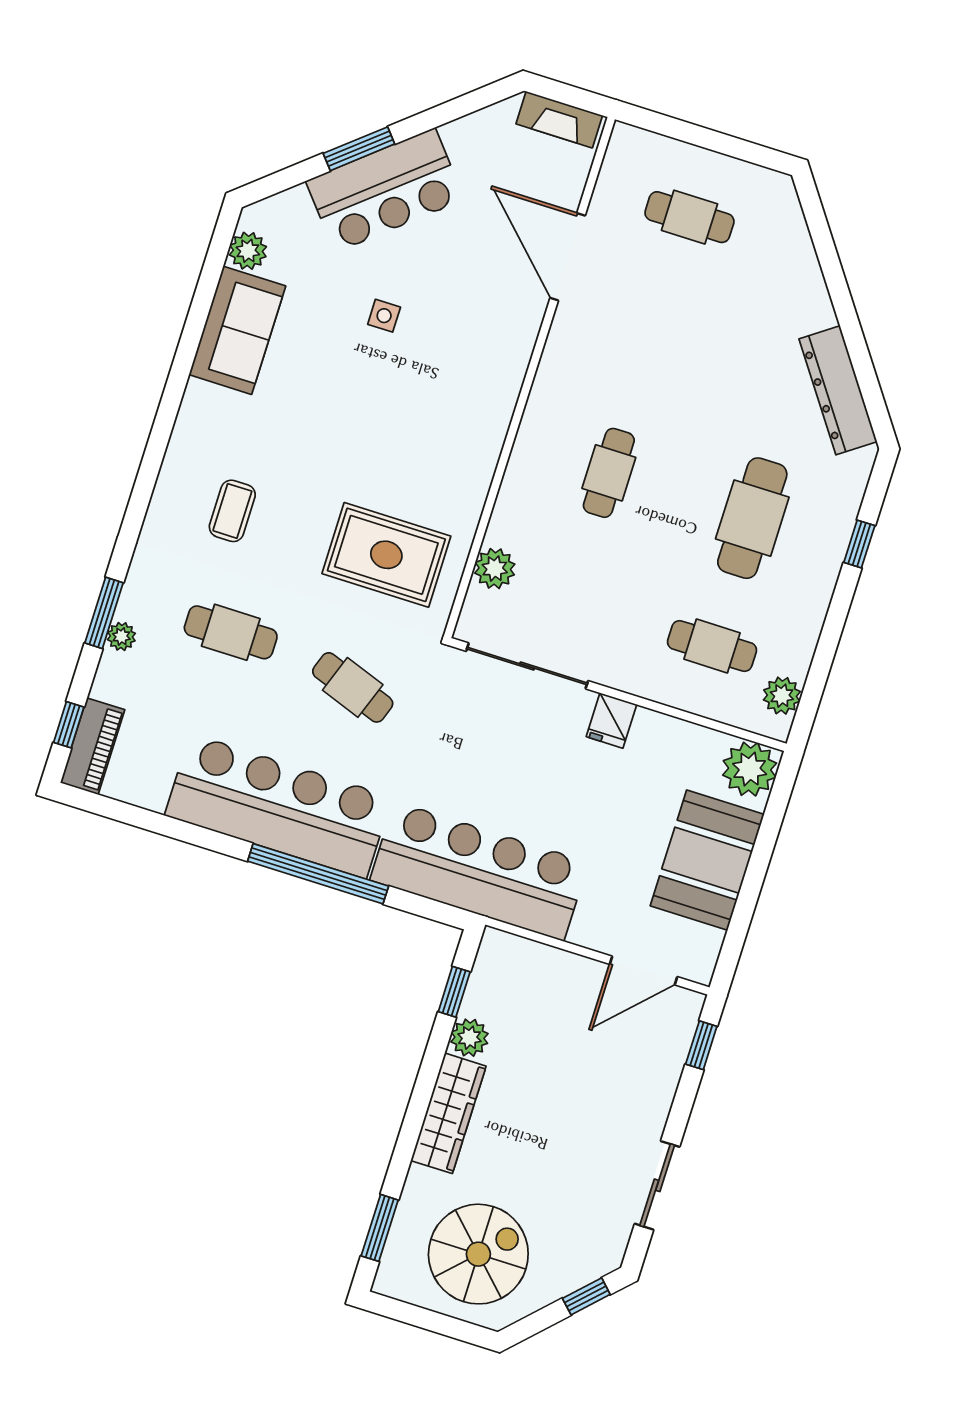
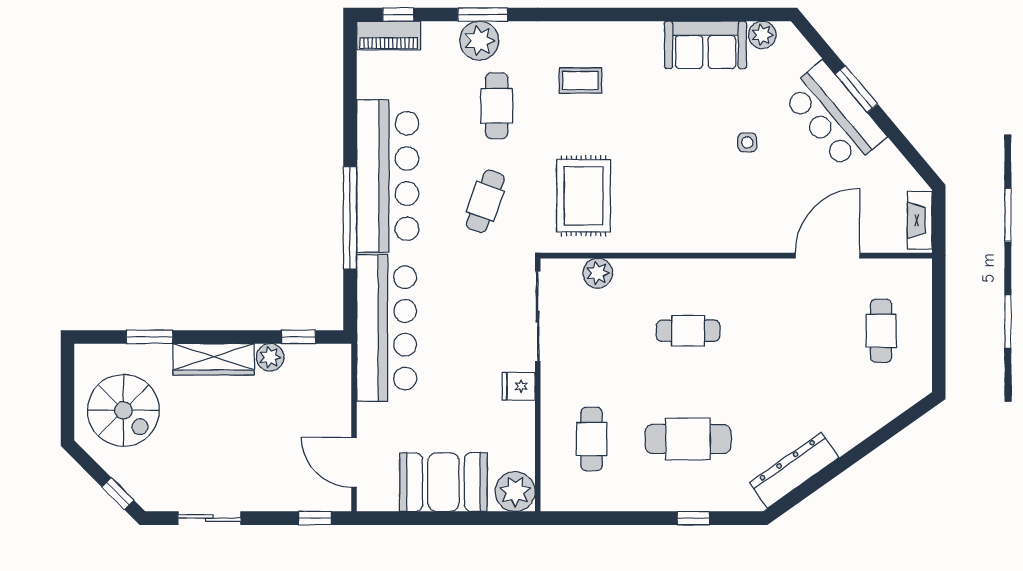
plant: (121, 636) -> (479, 41), width x1.88, depth x1.88
plant: (782, 696) -> (573, 498), removed
window: (380, 1228) -> (150, 337), moved

